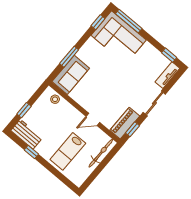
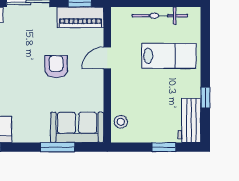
armchair: (110, 90) -> (56, 67), added
door: (93, 119) -> (107, 58), swing flipped
bicycle: (101, 153) -> (160, 16), moved

